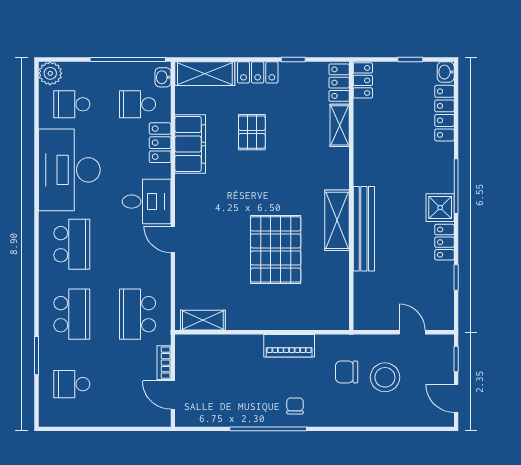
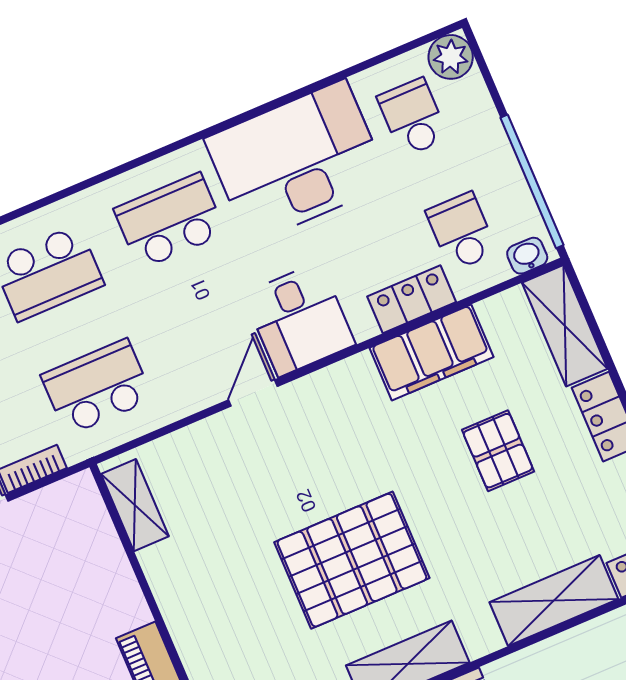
shelving: (340, 125) -> (554, 601), width x1.50, depth x1.33
pallet: (252, 132) -> (498, 451), turned 90
school desk: (72, 244) -> (170, 221), turned 180
pallet: (276, 249) -> (352, 560), moved

